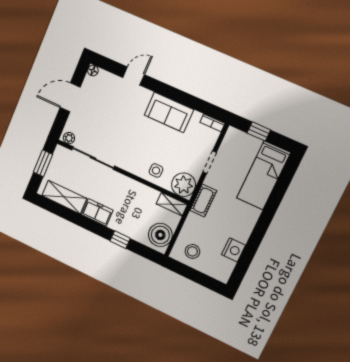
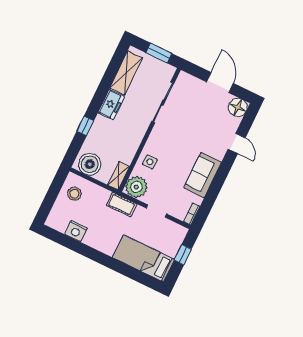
floor lamp: (93, 71) -> (238, 107), width x1.89, depth x1.89
plant: (69, 138) -> (182, 80), removed

